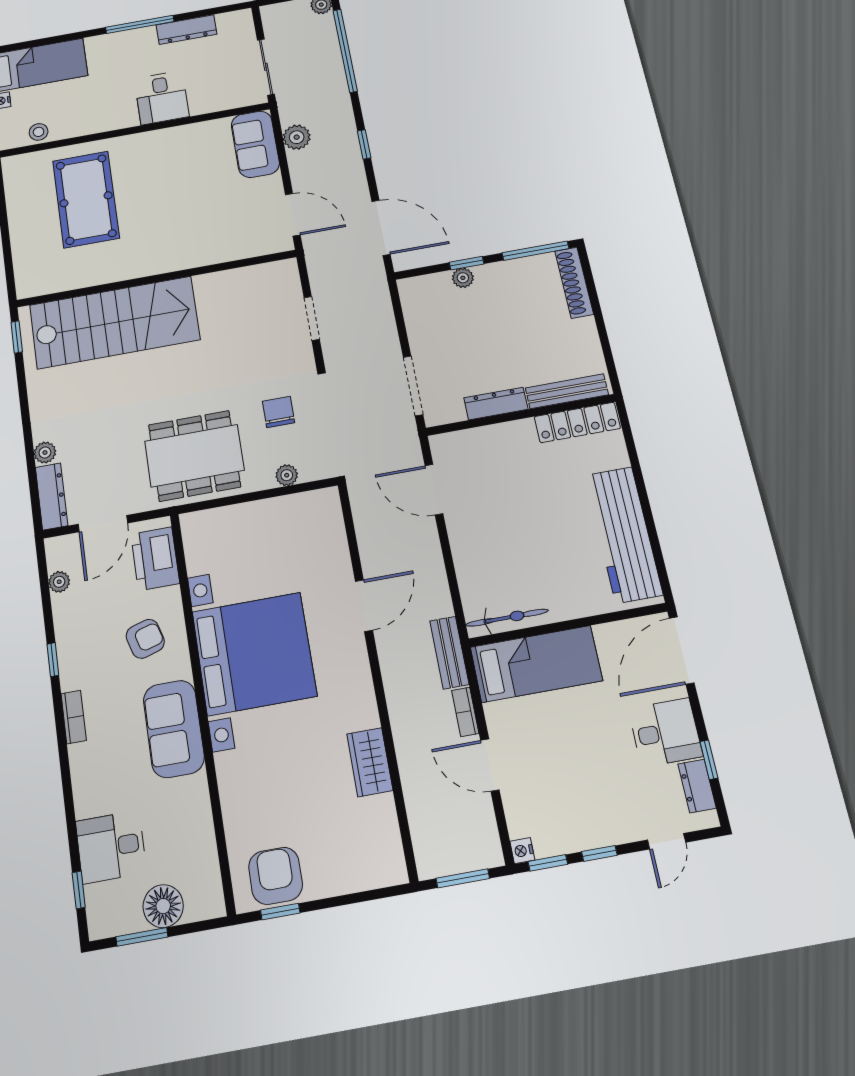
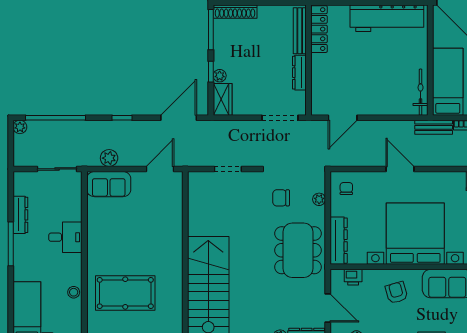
stool: (39, 132) -> (74, 292), moved
wardrobe: (425, 289) -> (223, 99), added
chair: (313, 518) -> (346, 189), added
dresser: (221, 521) -> (339, 241), added
printer: (155, 559) -> (353, 277), width x0.53, depth x0.68

